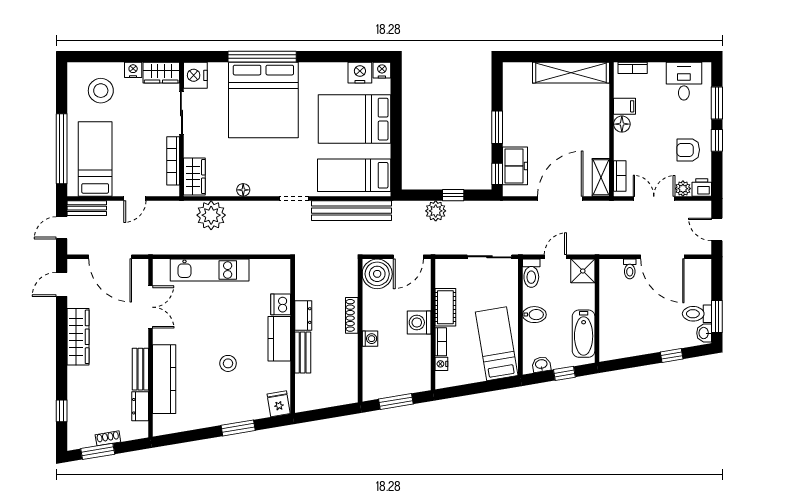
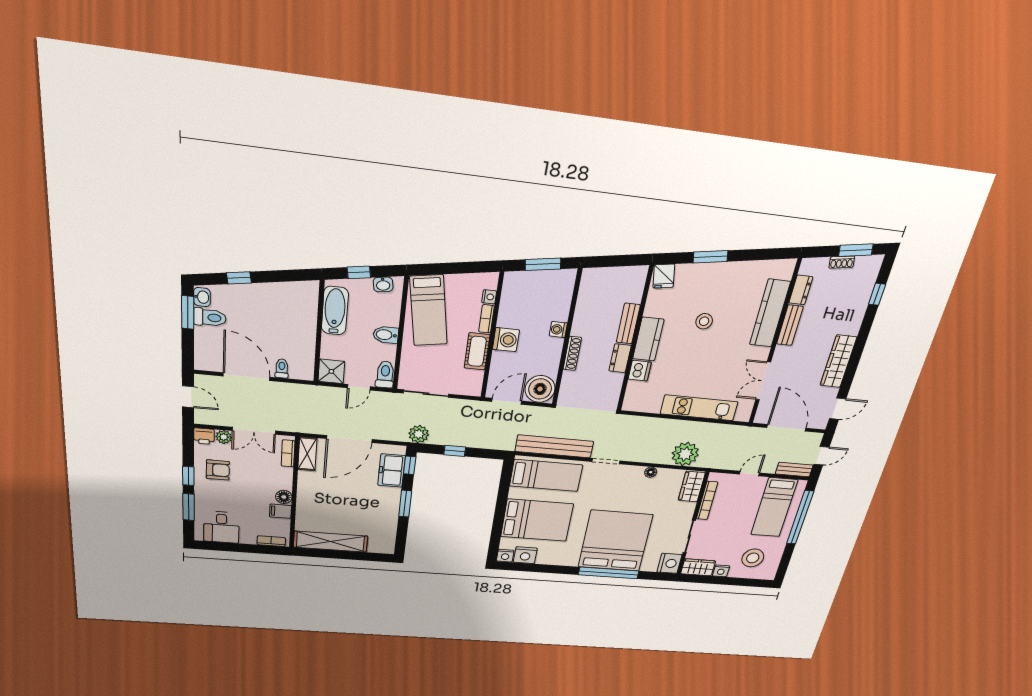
plant: (436, 211) -> (419, 434), moved

